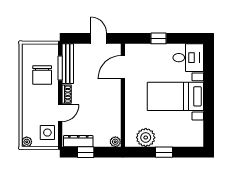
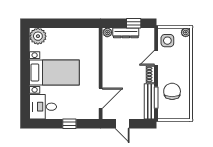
plant: (146, 138) -> (38, 36), moved
dresser: (78, 141) -> (126, 33), moved
window: (164, 152) -> (64, 23), removed

